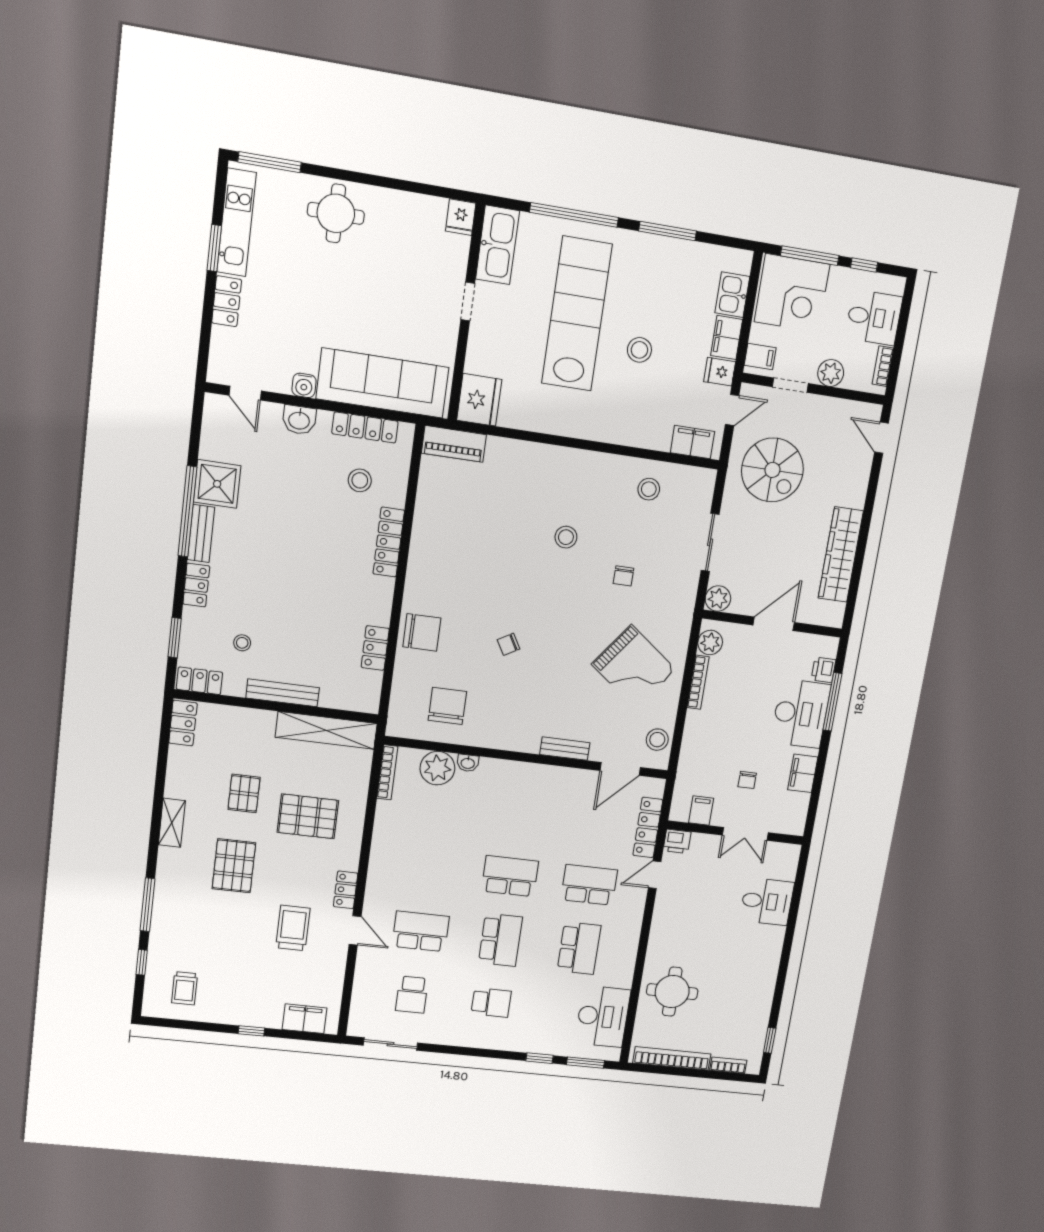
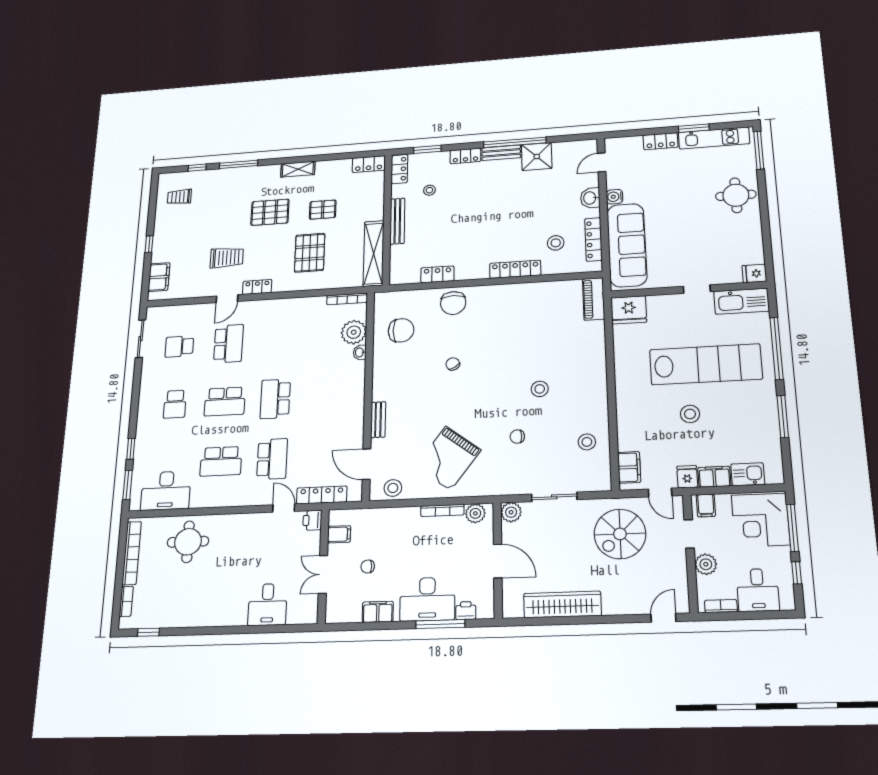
school desk: (510, 876) -> (275, 399), turned 180

